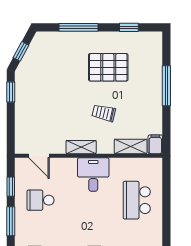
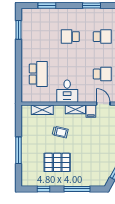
filing cabinet: (155, 144) -> (91, 111), moved

